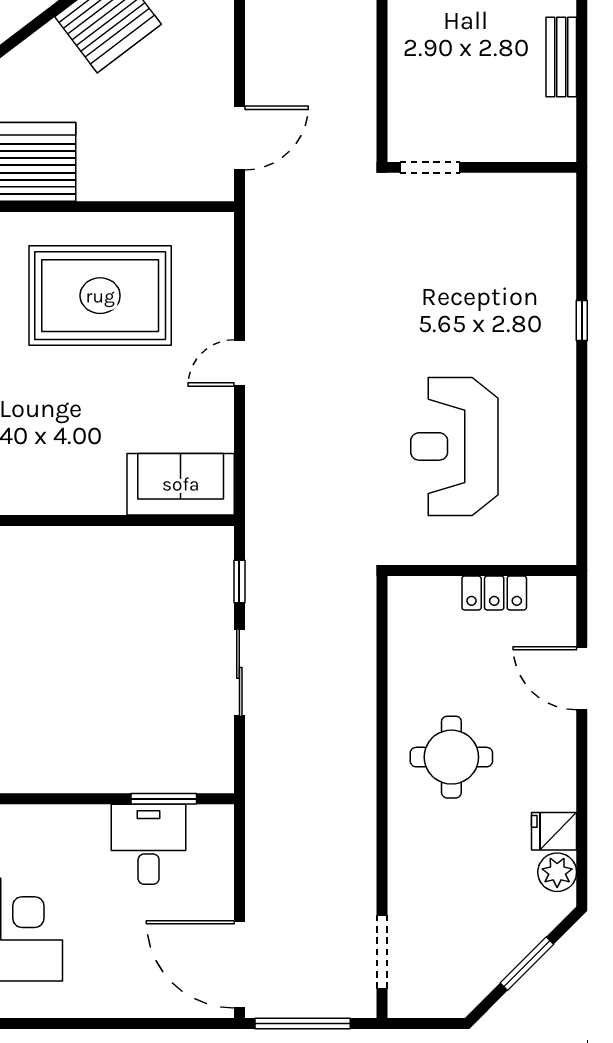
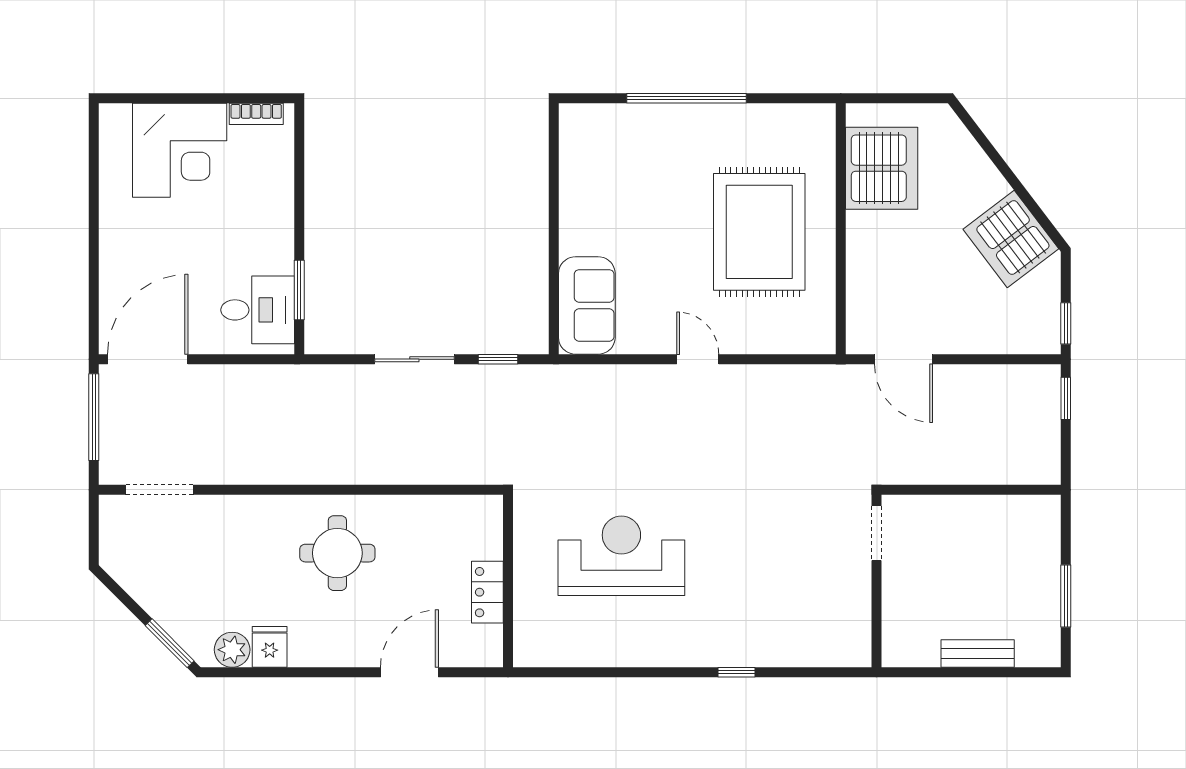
desk: (149, 844) -> (258, 310), moved
window: (527, 964) -> (170, 643), moved

